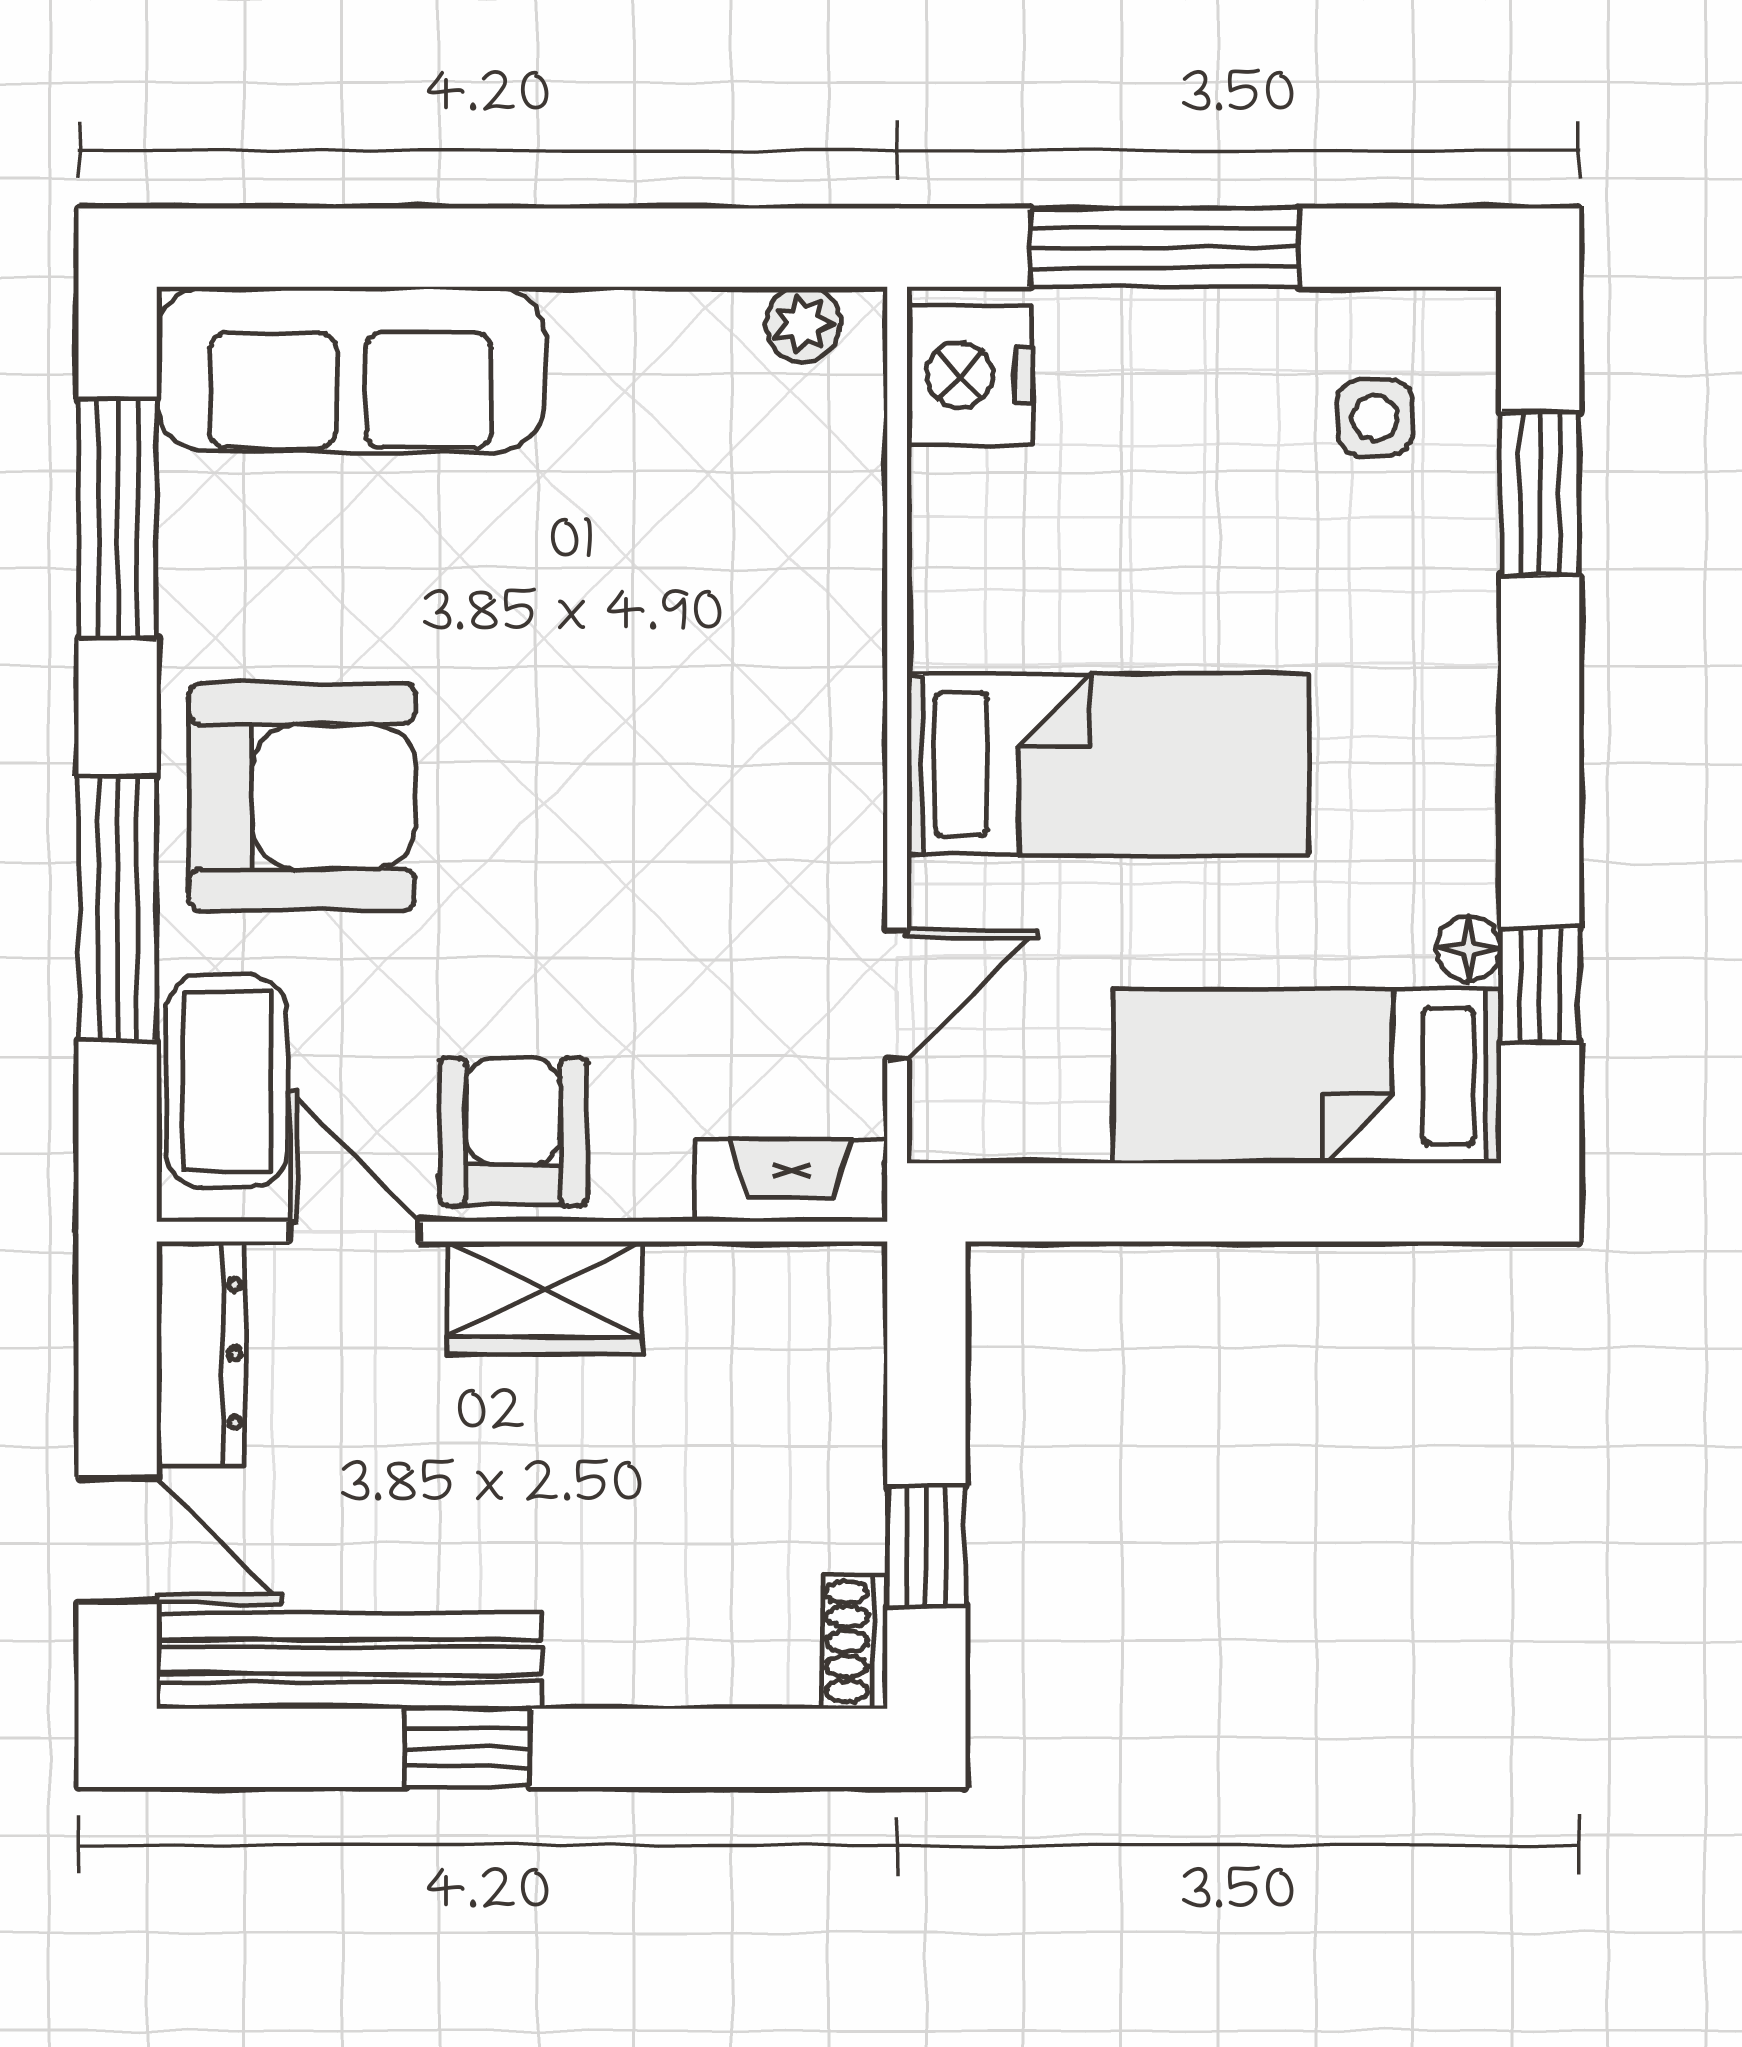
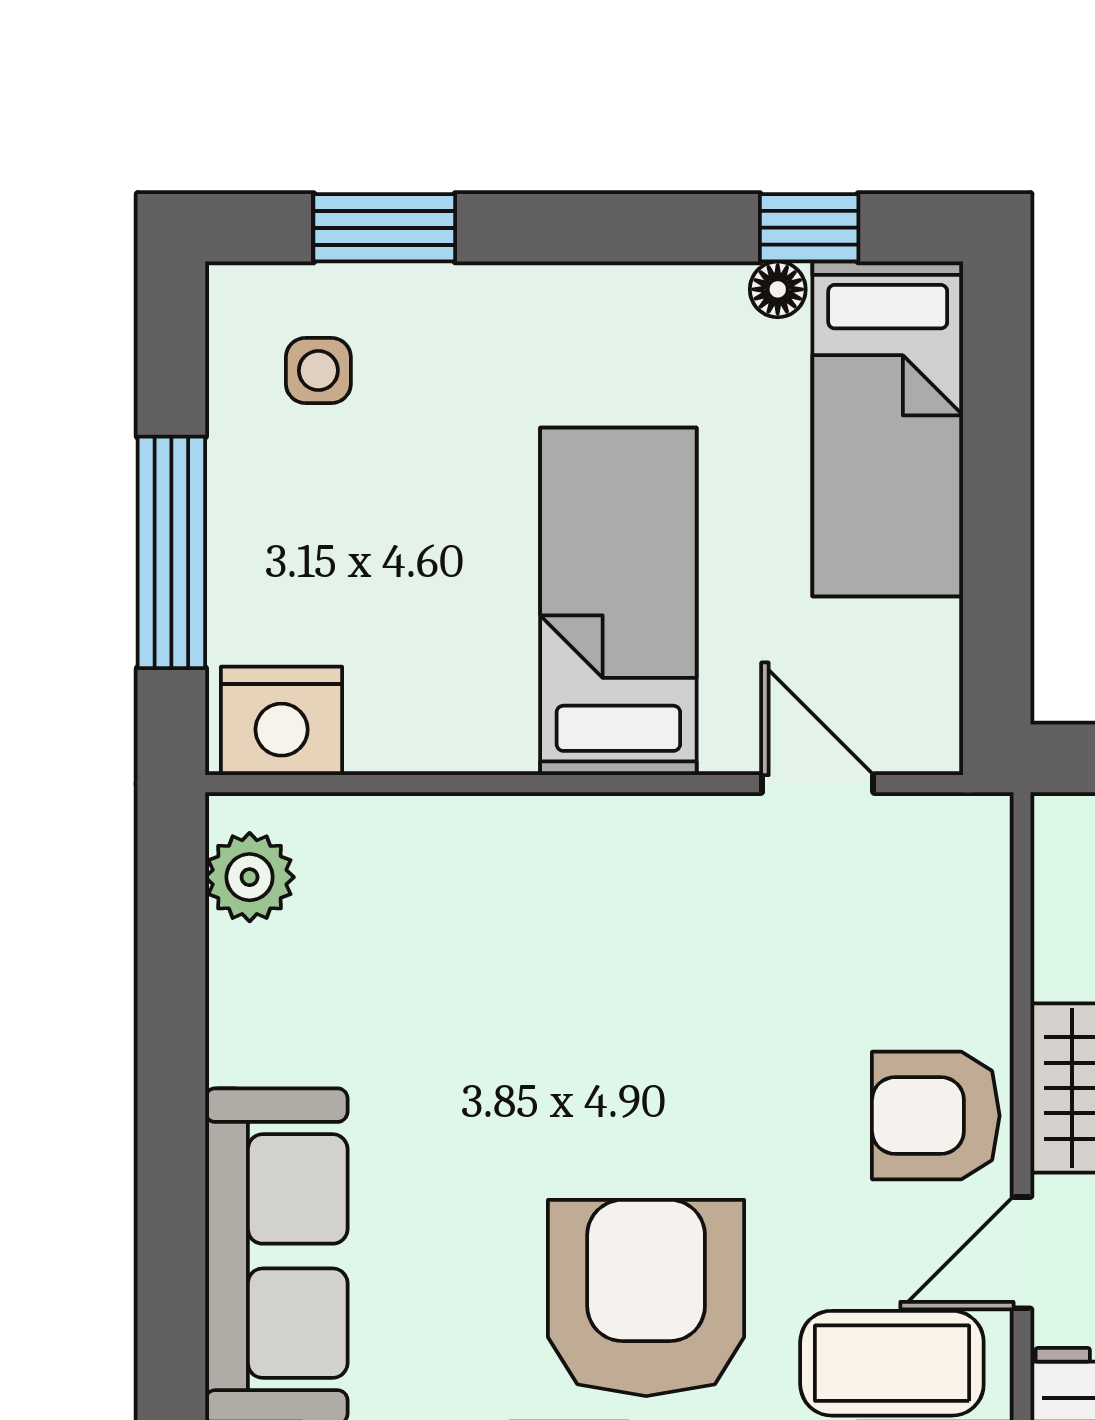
plant: (803, 324) -> (250, 877), width x1.38, depth x1.38
fireplace: (791, 1181) -> (978, 875), removed

